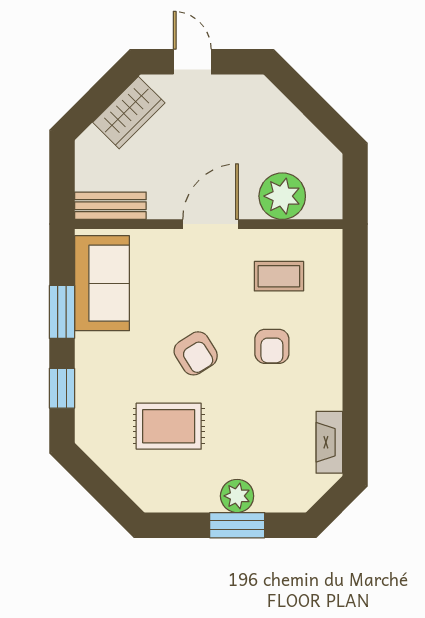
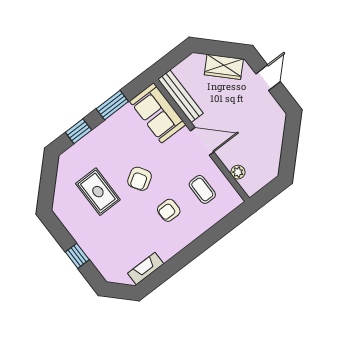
plant: (282, 196) -> (238, 172), width x0.53, depth x0.53
bench: (110, 206) -> (181, 96), width x1.36
sofa: (102, 283) -> (158, 113), moved, turned 90
plant: (237, 496) -> (90, 246), removed
window: (237, 525) -> (77, 256), width x0.67

